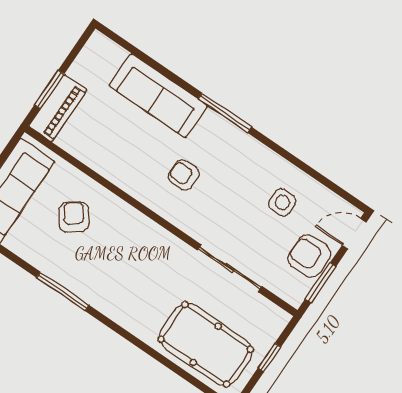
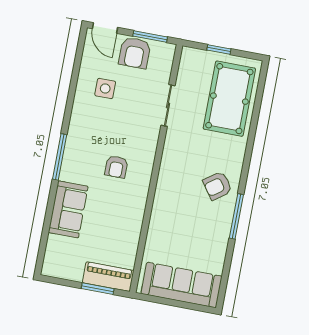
sofa: (158, 96) -> (68, 209), width x0.73
armchair: (74, 217) -> (217, 186), moved
sliding door: (230, 268) -> (168, 105), width x0.73

